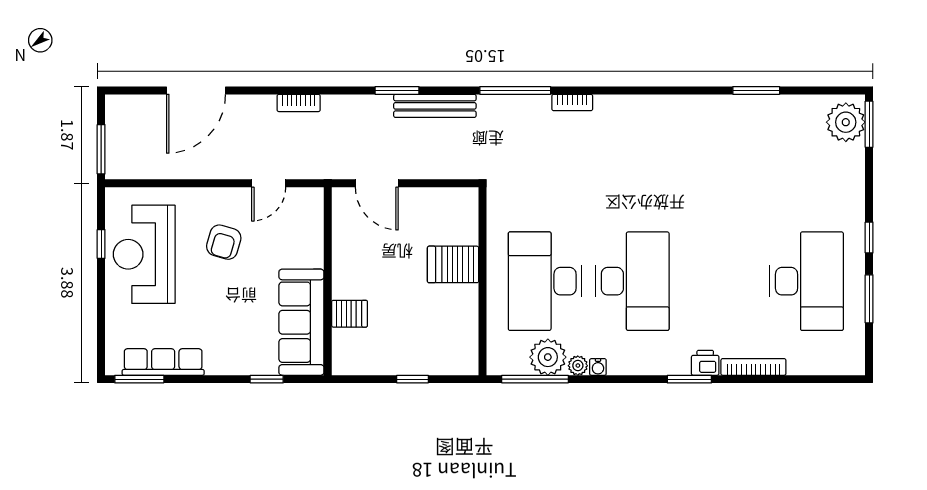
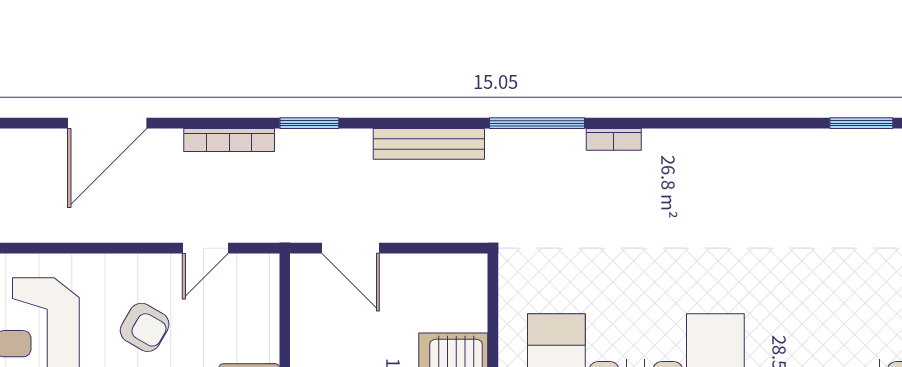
window: (397, 90) -> (309, 123), moved
bookcase: (299, 103) -> (229, 140), width x1.56
armchair: (224, 242) -> (145, 327), turned -76

